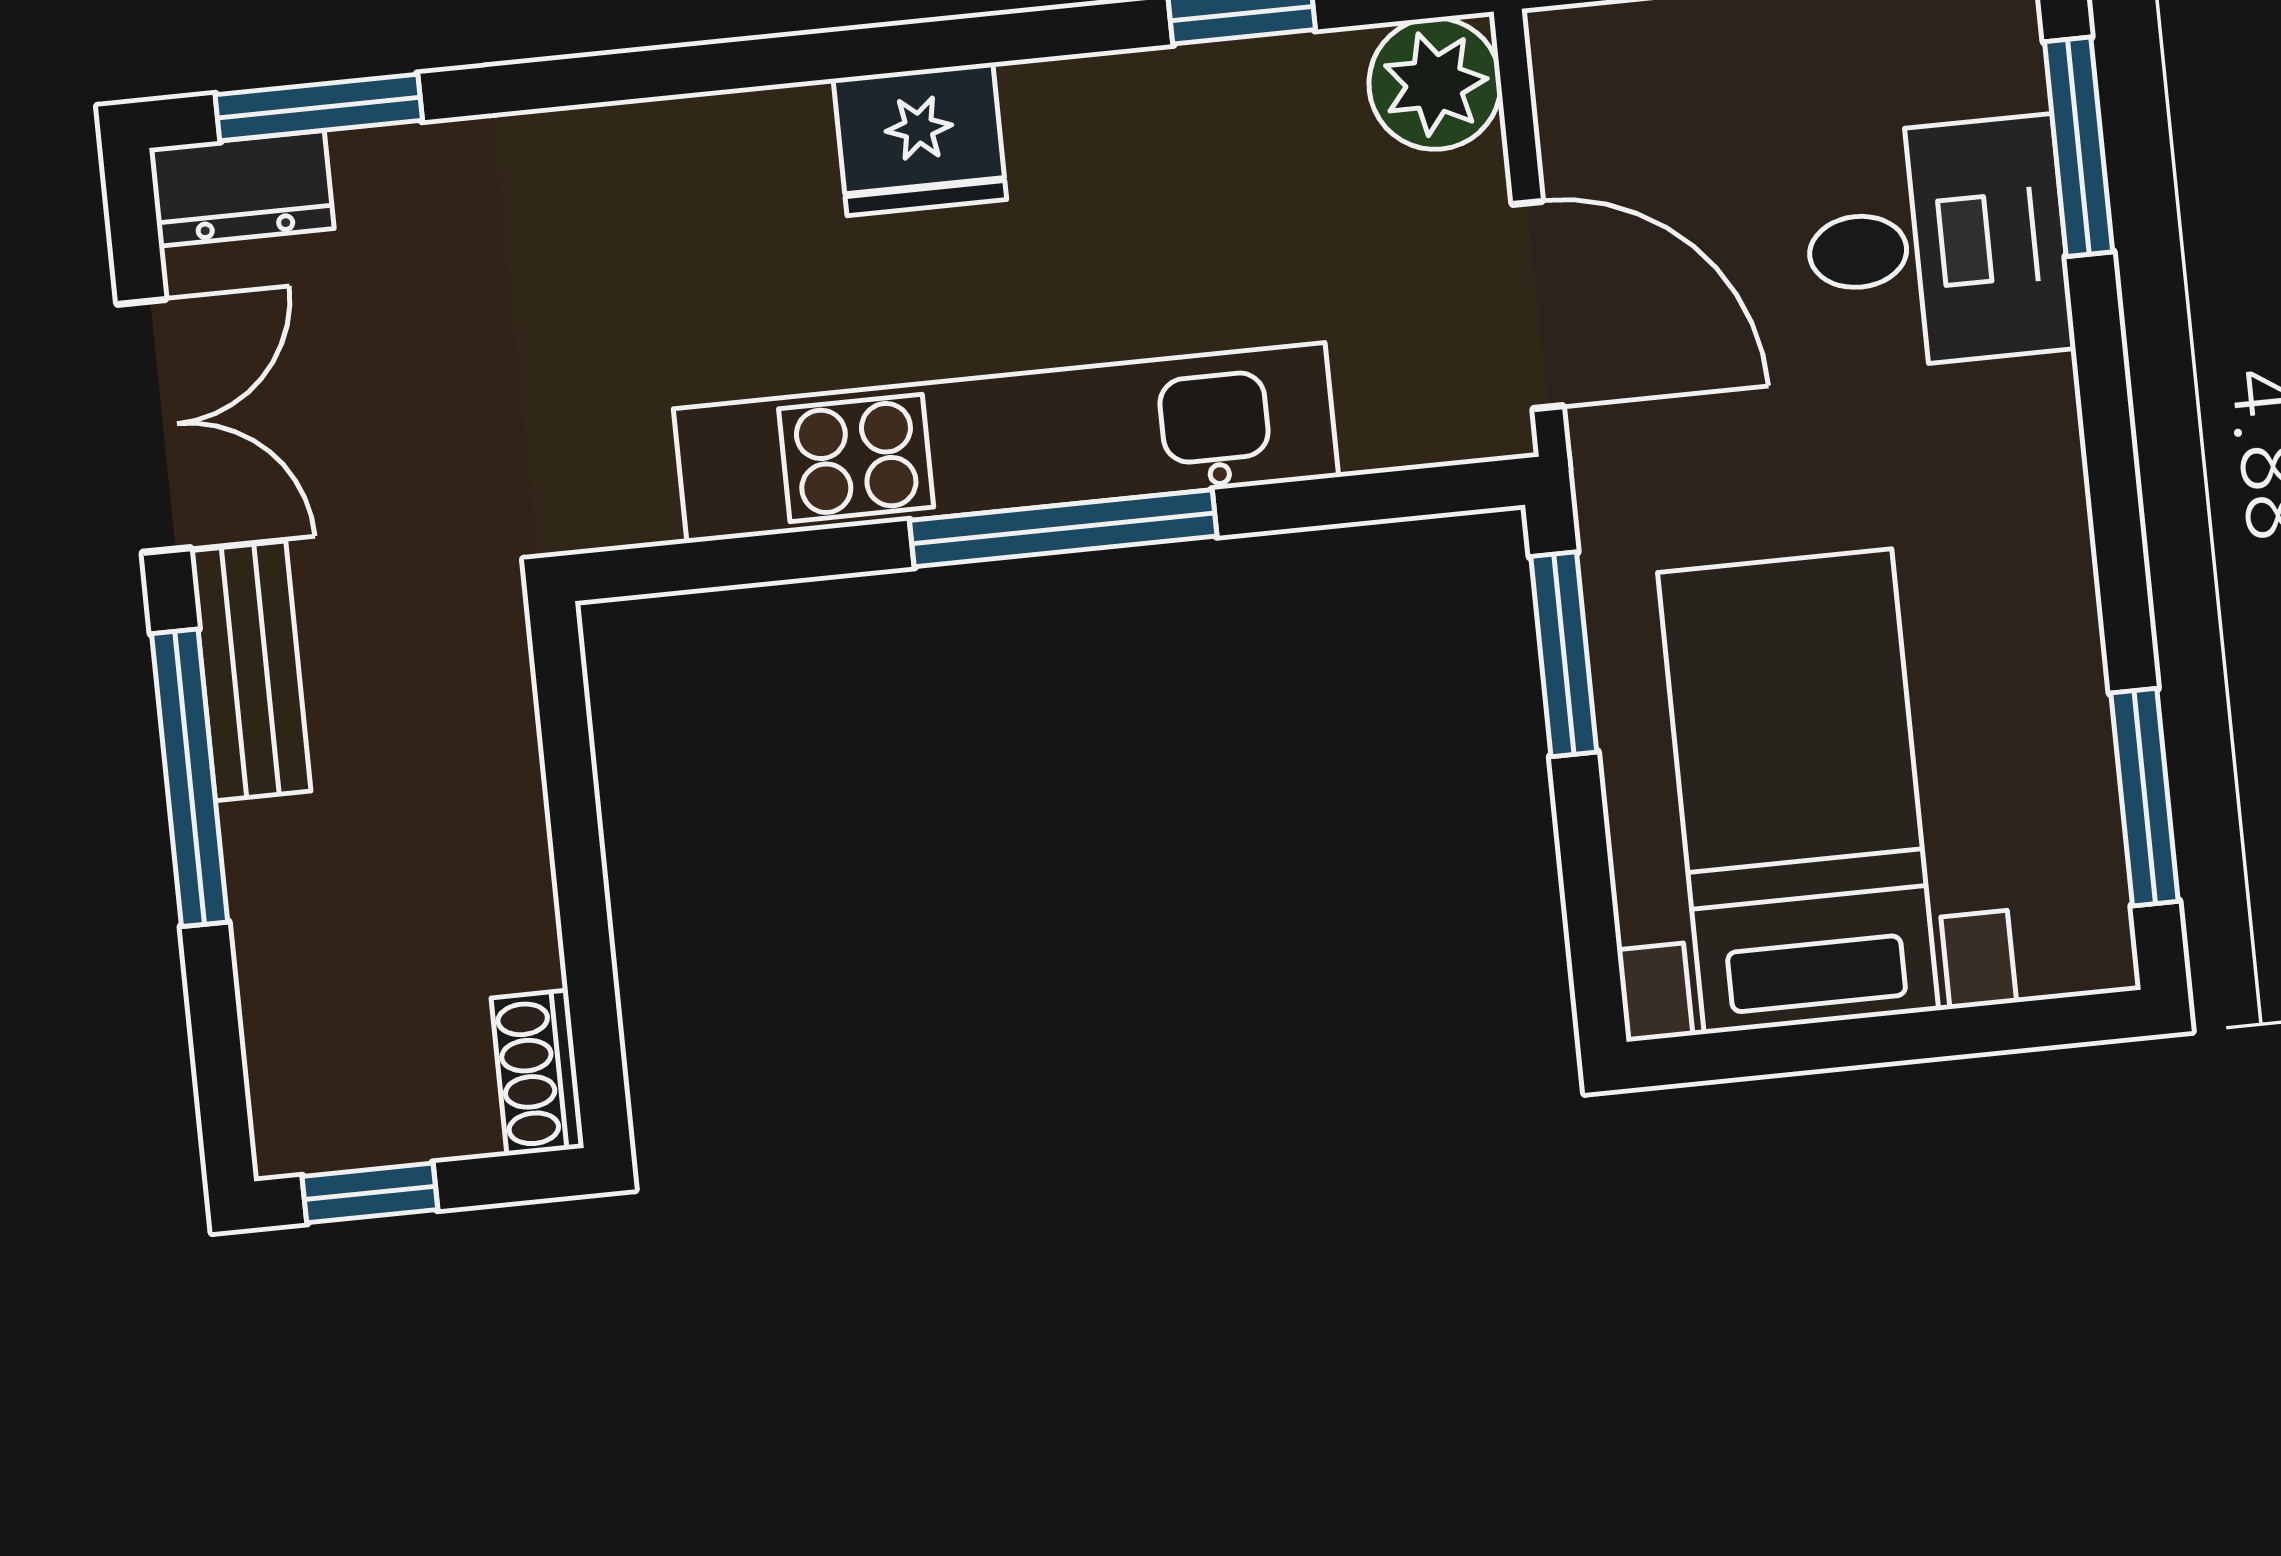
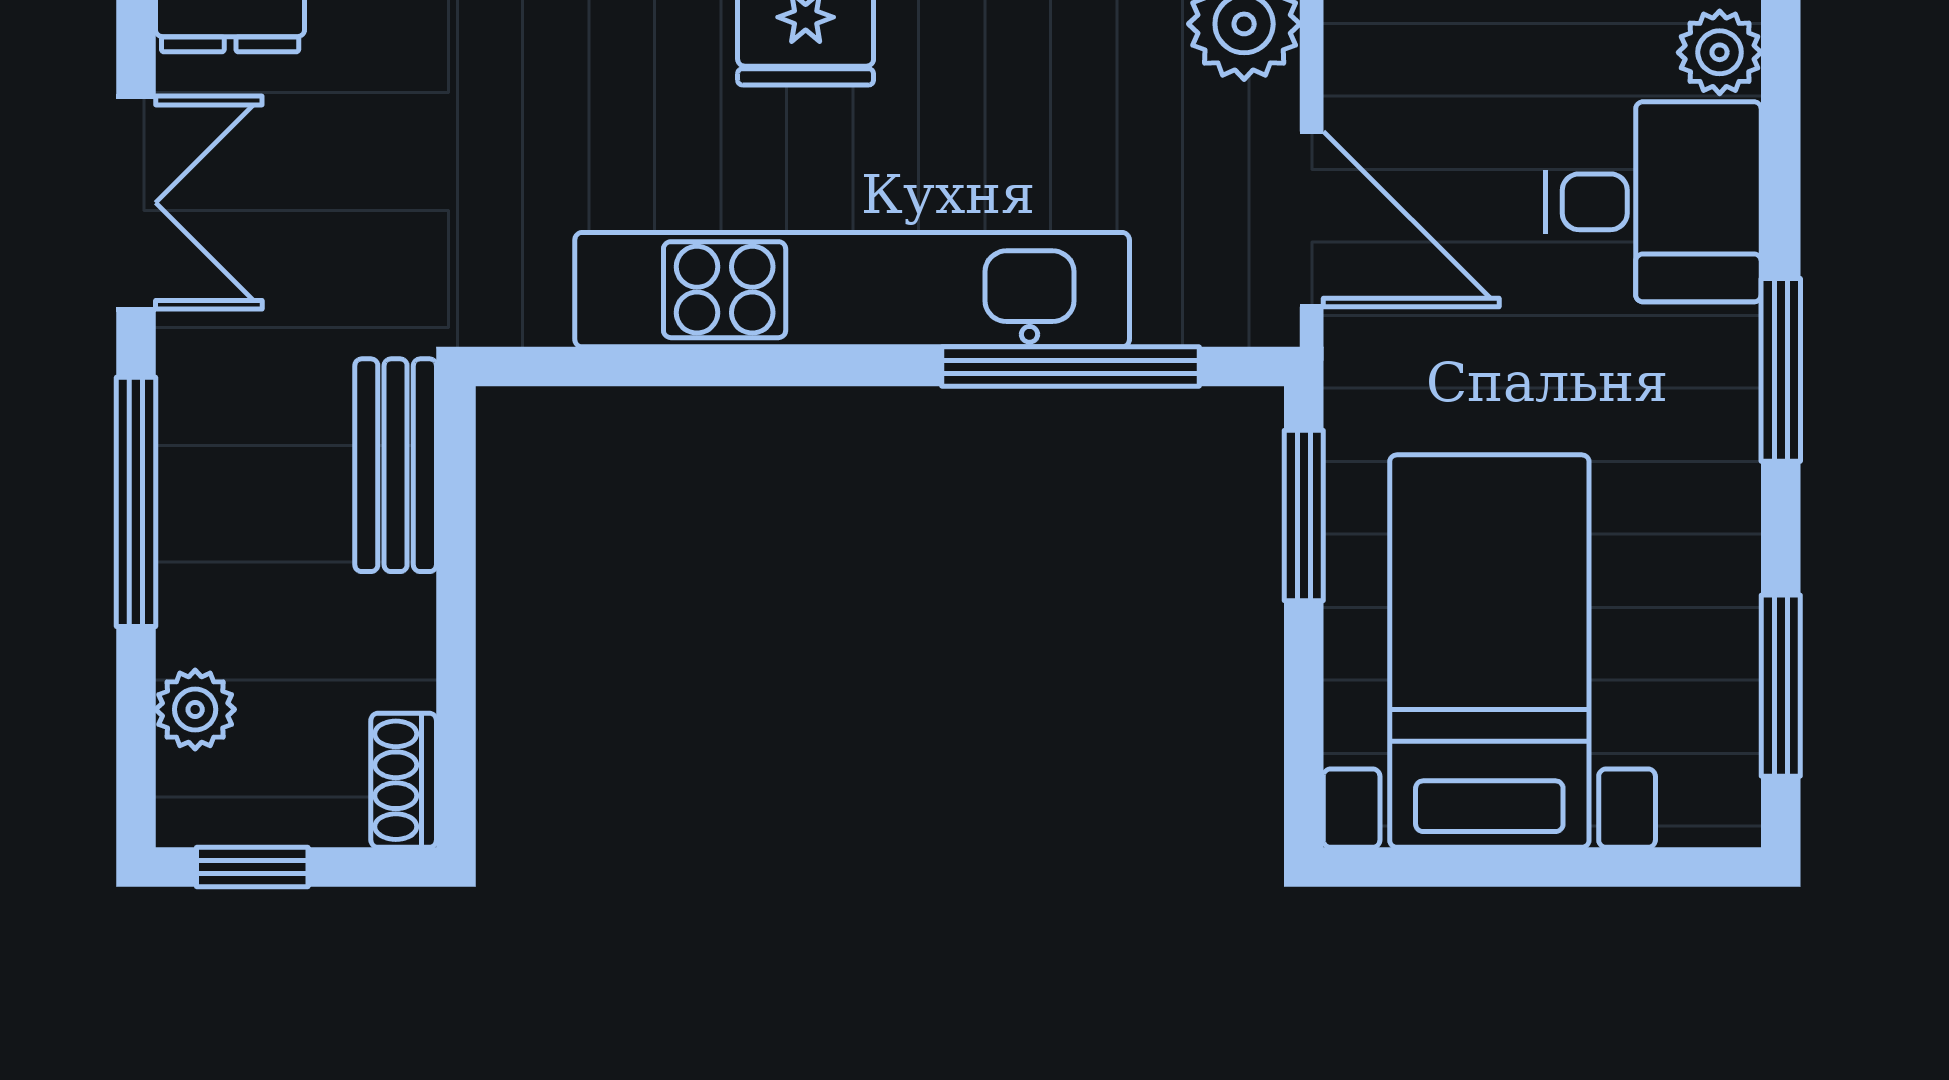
plant: (1997, 60) -> (1720, 52), added
window: (2079, 147) -> (1781, 370), moved
window: (1063, 528) -> (1071, 367), moved
bench: (250, 671) -> (396, 465), moved
plant: (284, 1015) -> (195, 709), added

